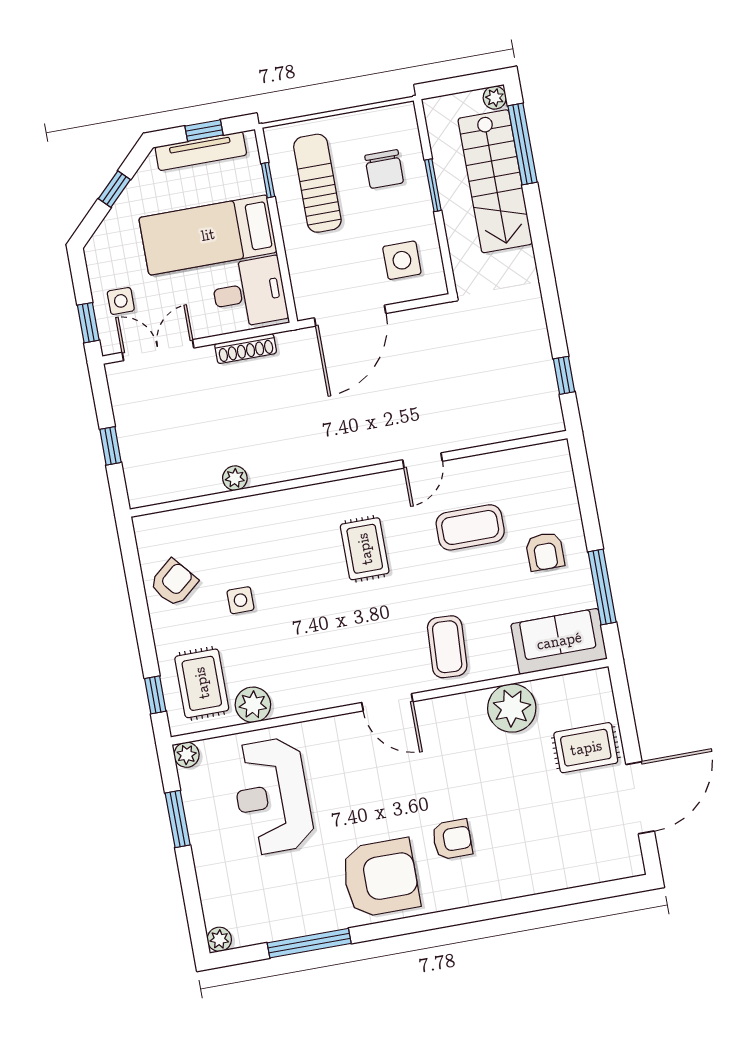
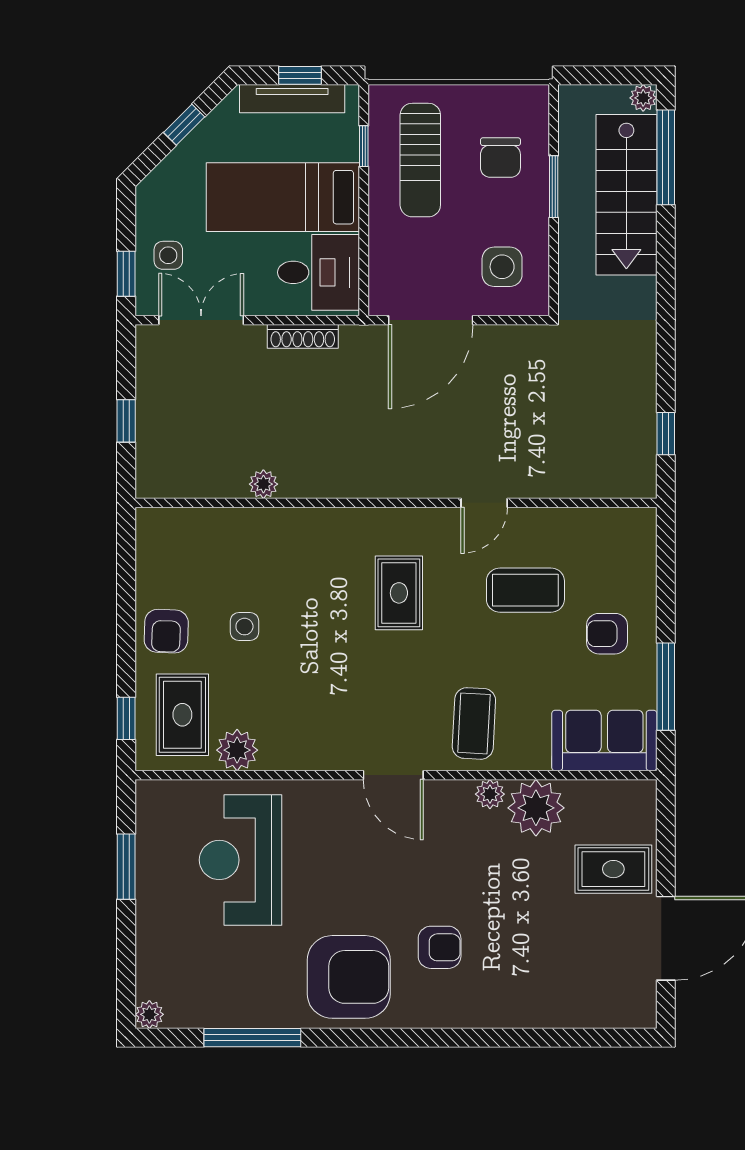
sun lounger: (317, 183) -> (420, 160), turned 180
armchair: (545, 552) -> (607, 634), turned 90
armchair: (174, 583) -> (166, 631), moved, turned 132
plant: (187, 755) -> (490, 794), moved

